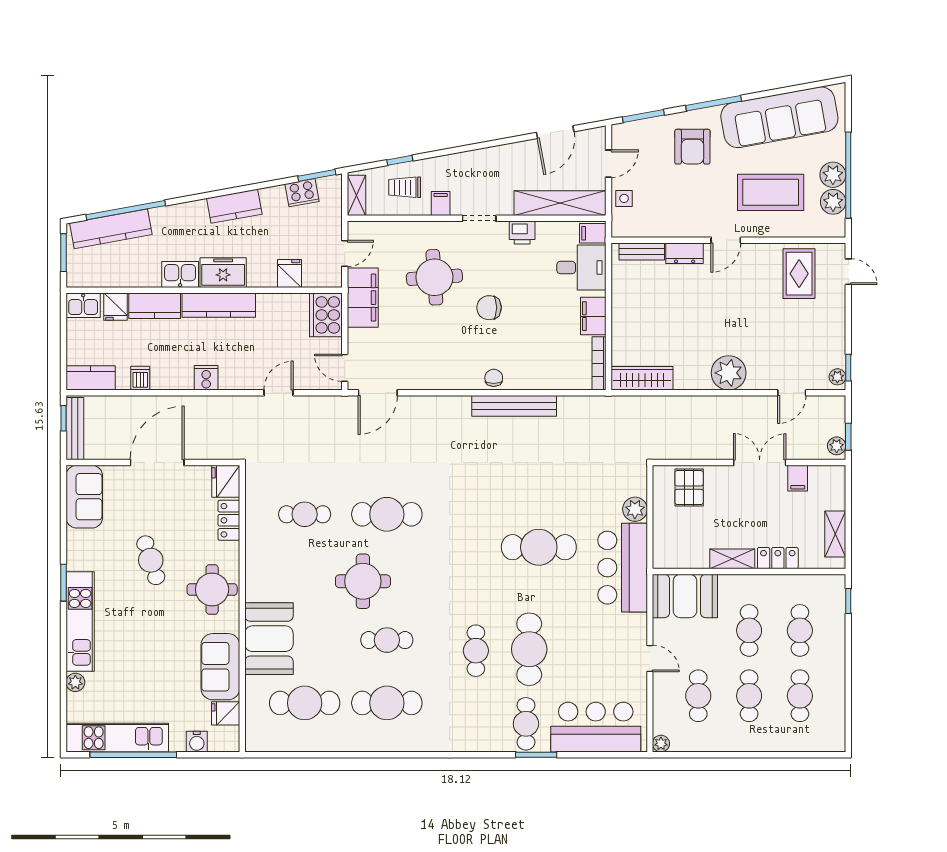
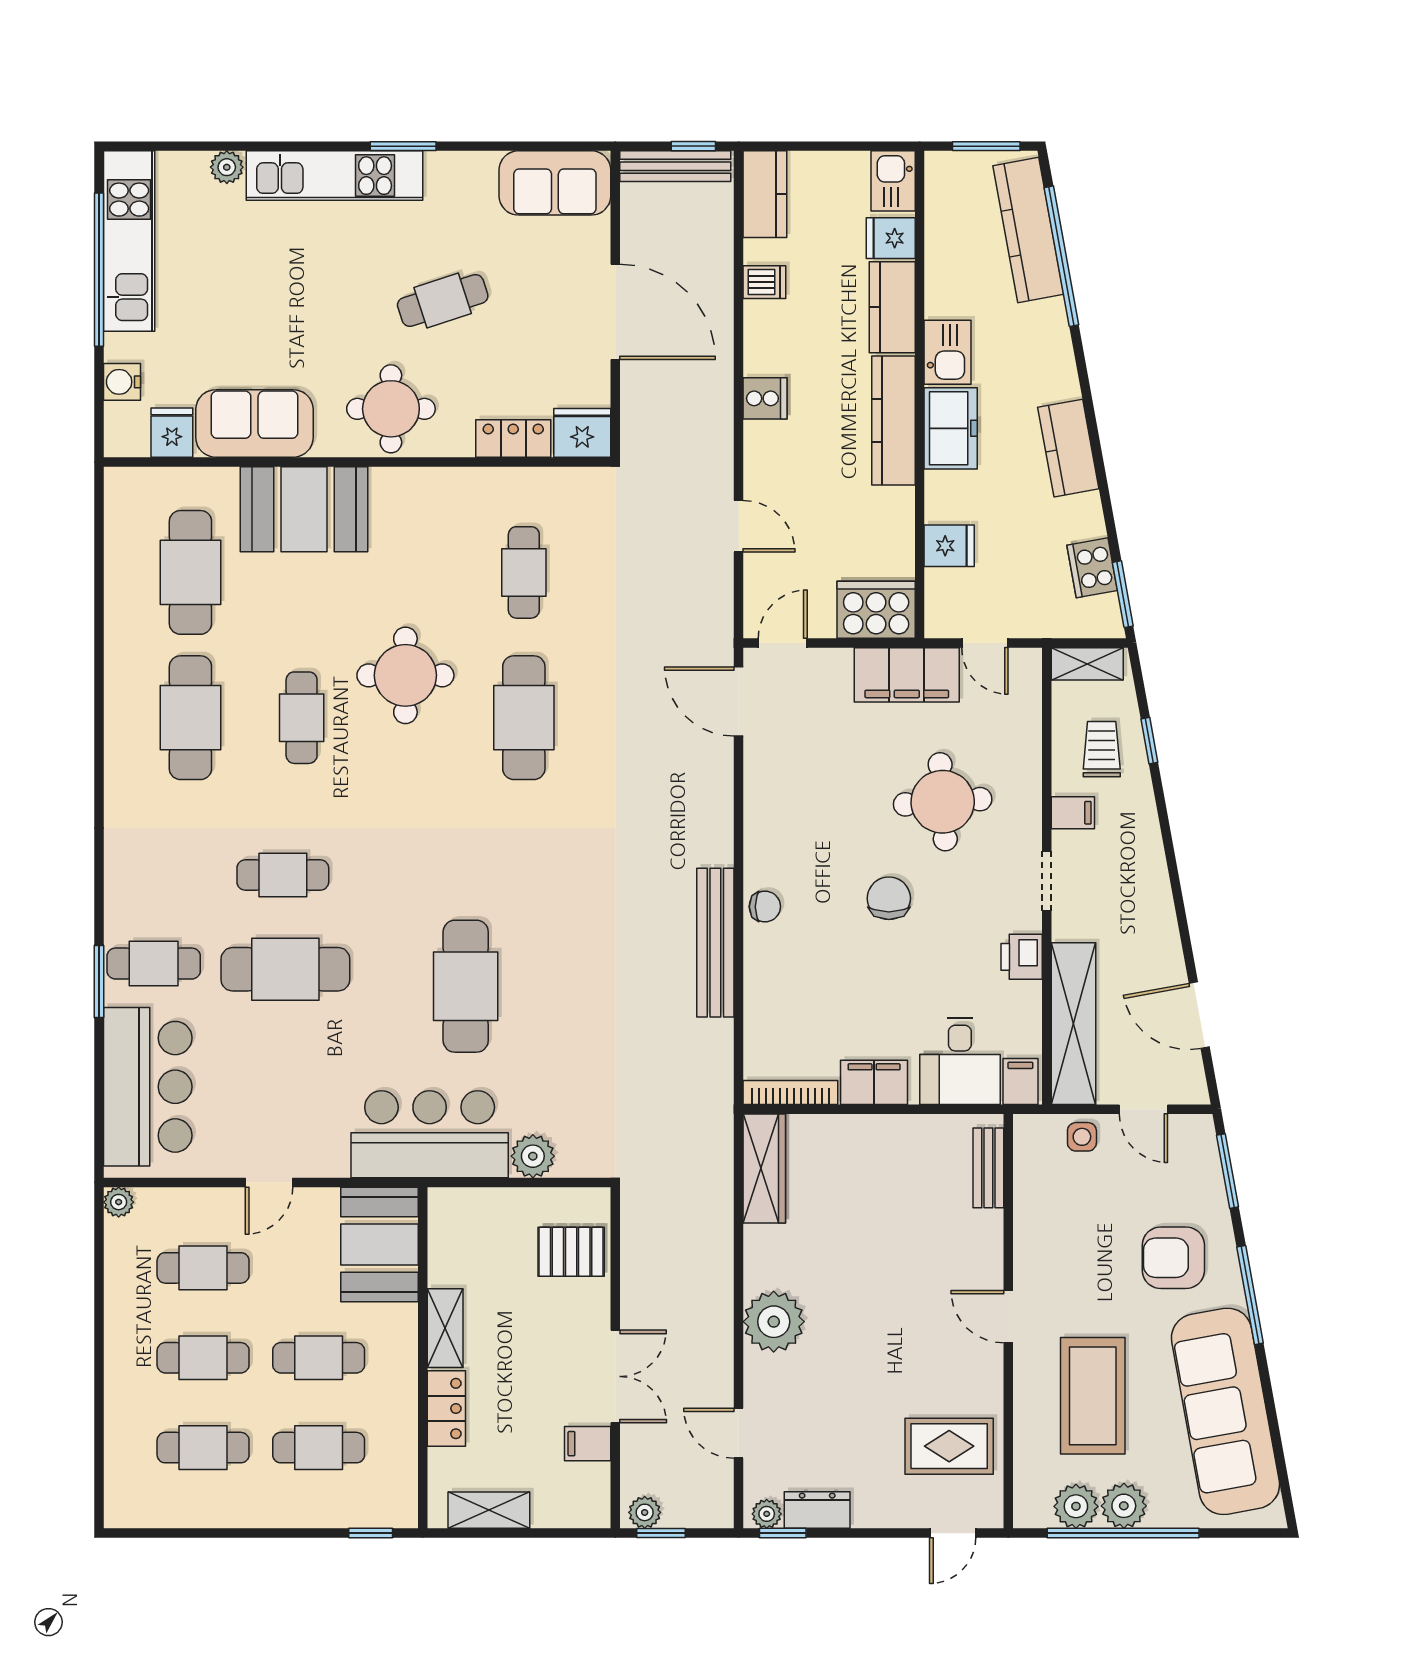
dresser: (685, 253) -> (817, 1510), moved, turned 90

